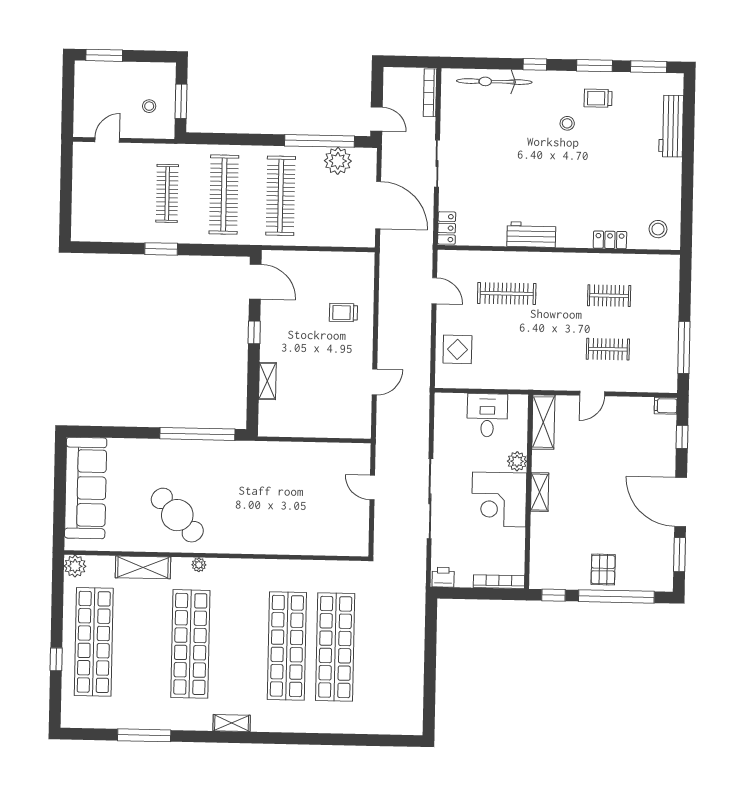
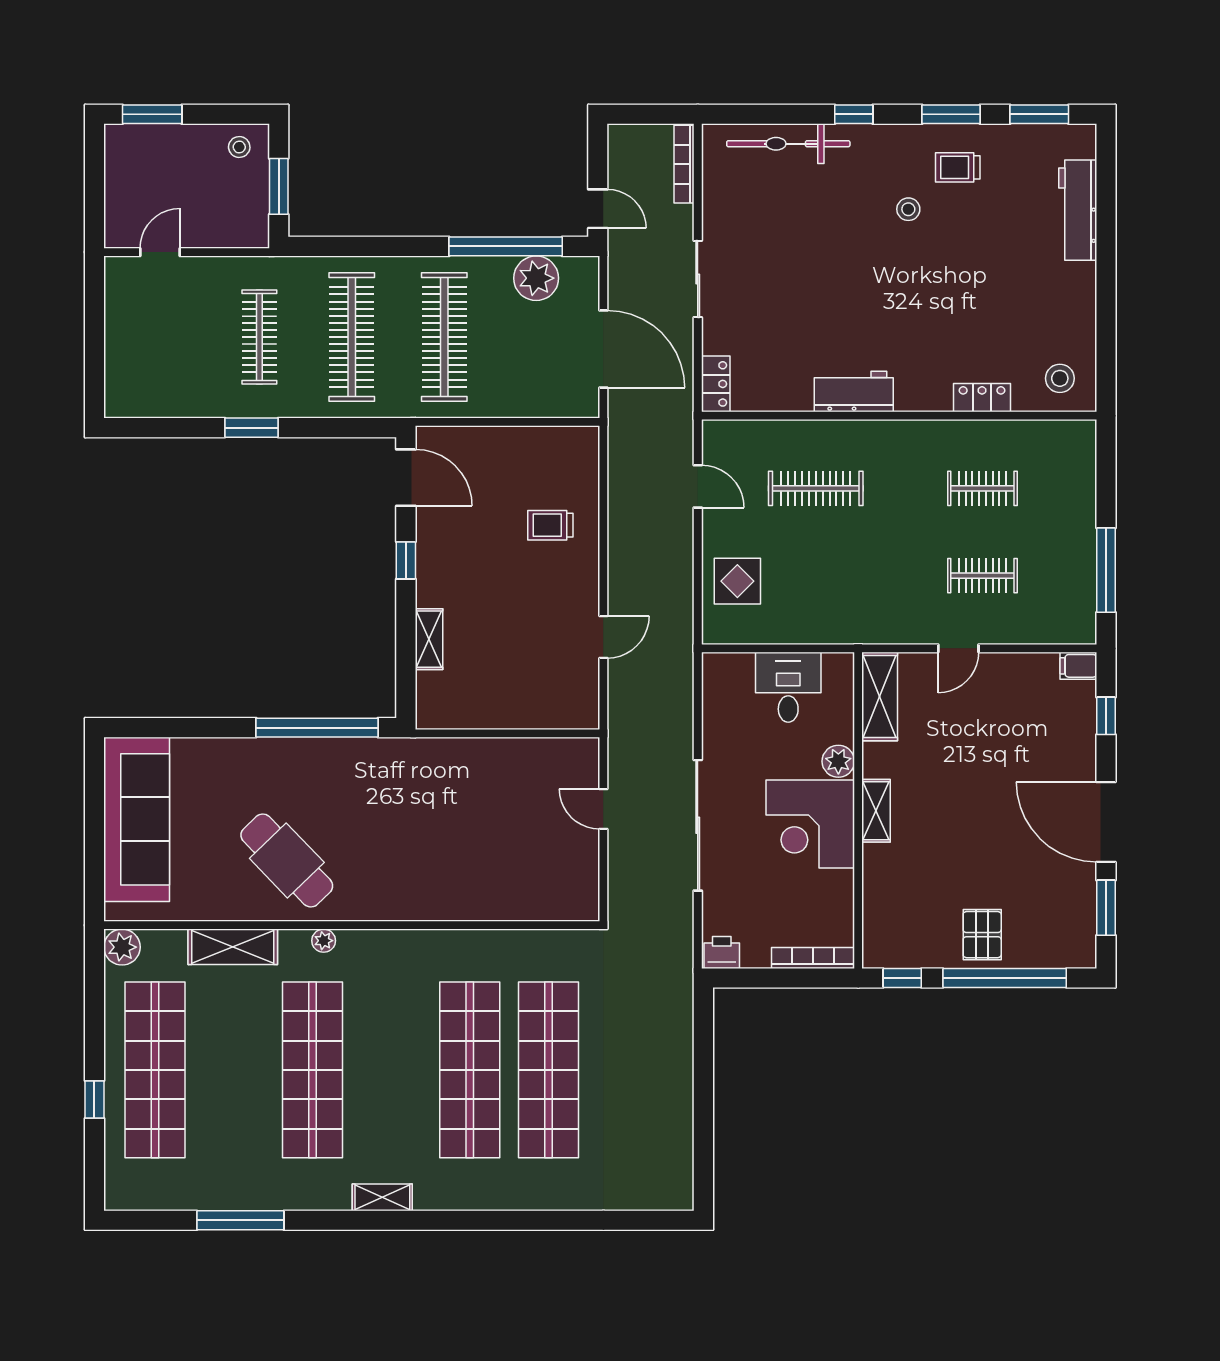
stool: (149, 106) -> (239, 147), moved

